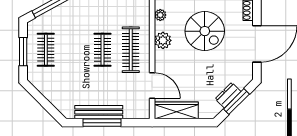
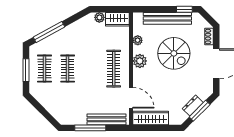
clothes rail: (102, 50) -> (68, 69), moved
bench: (99, 112) -> (106, 119), moved

